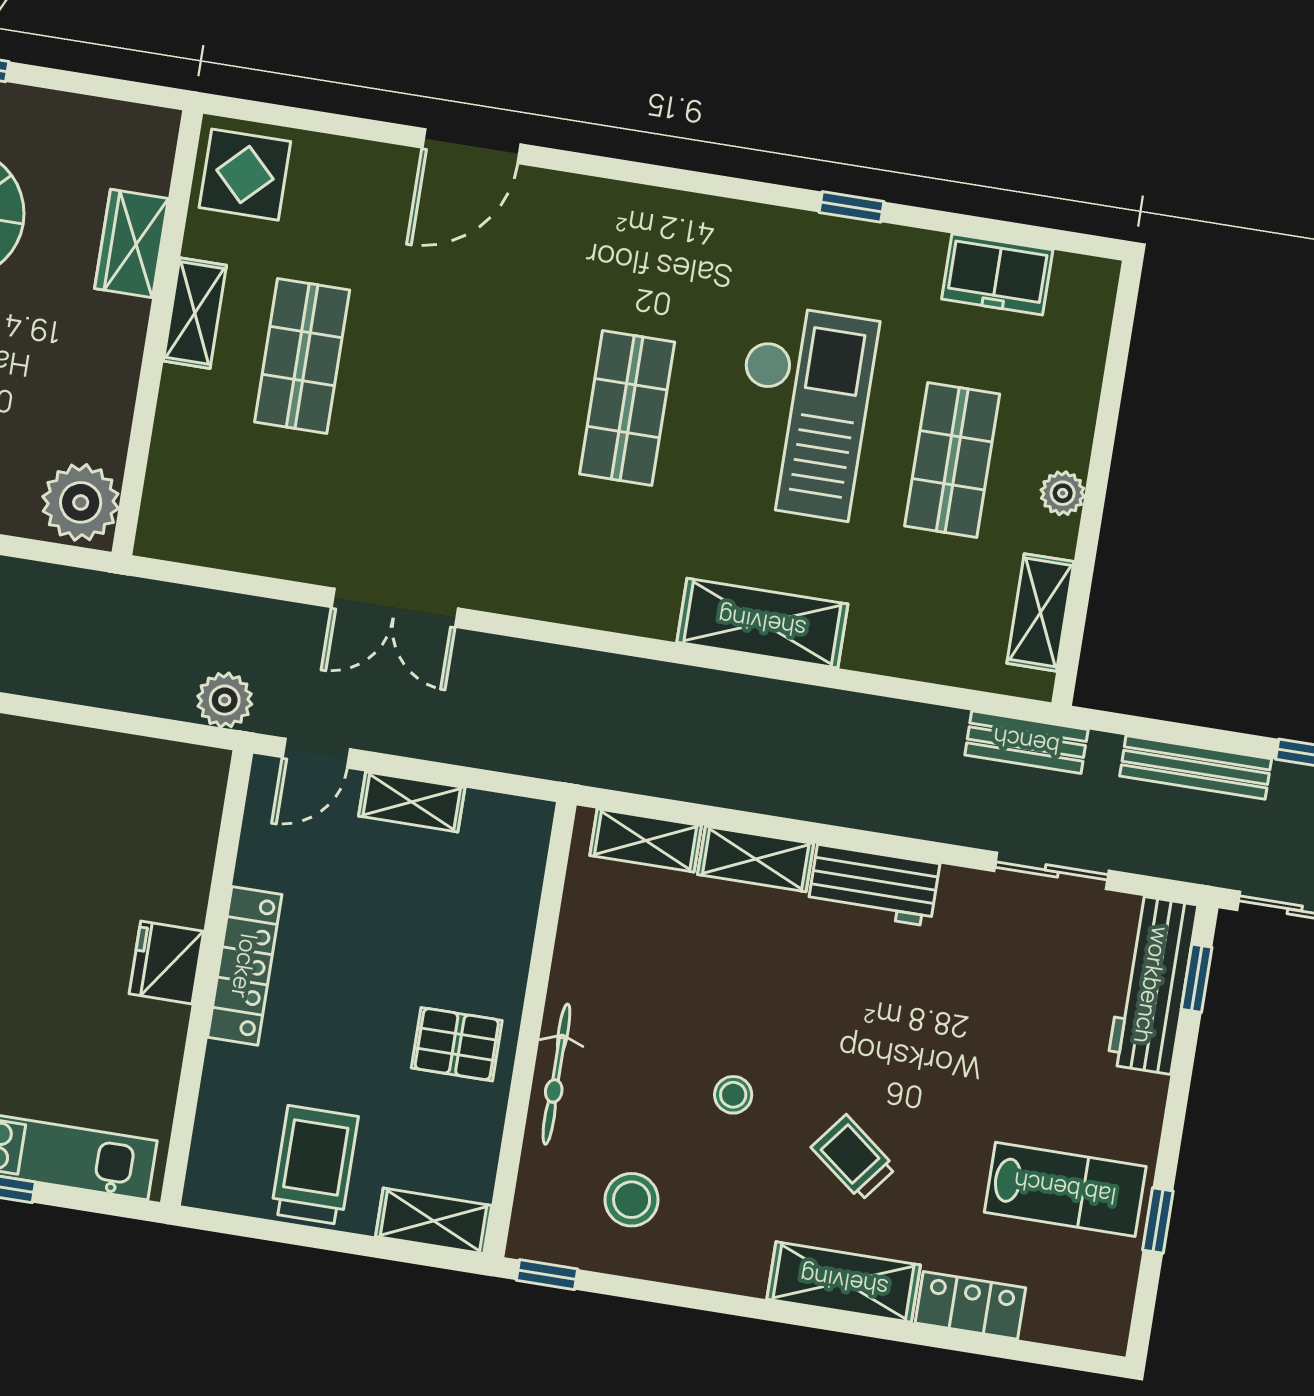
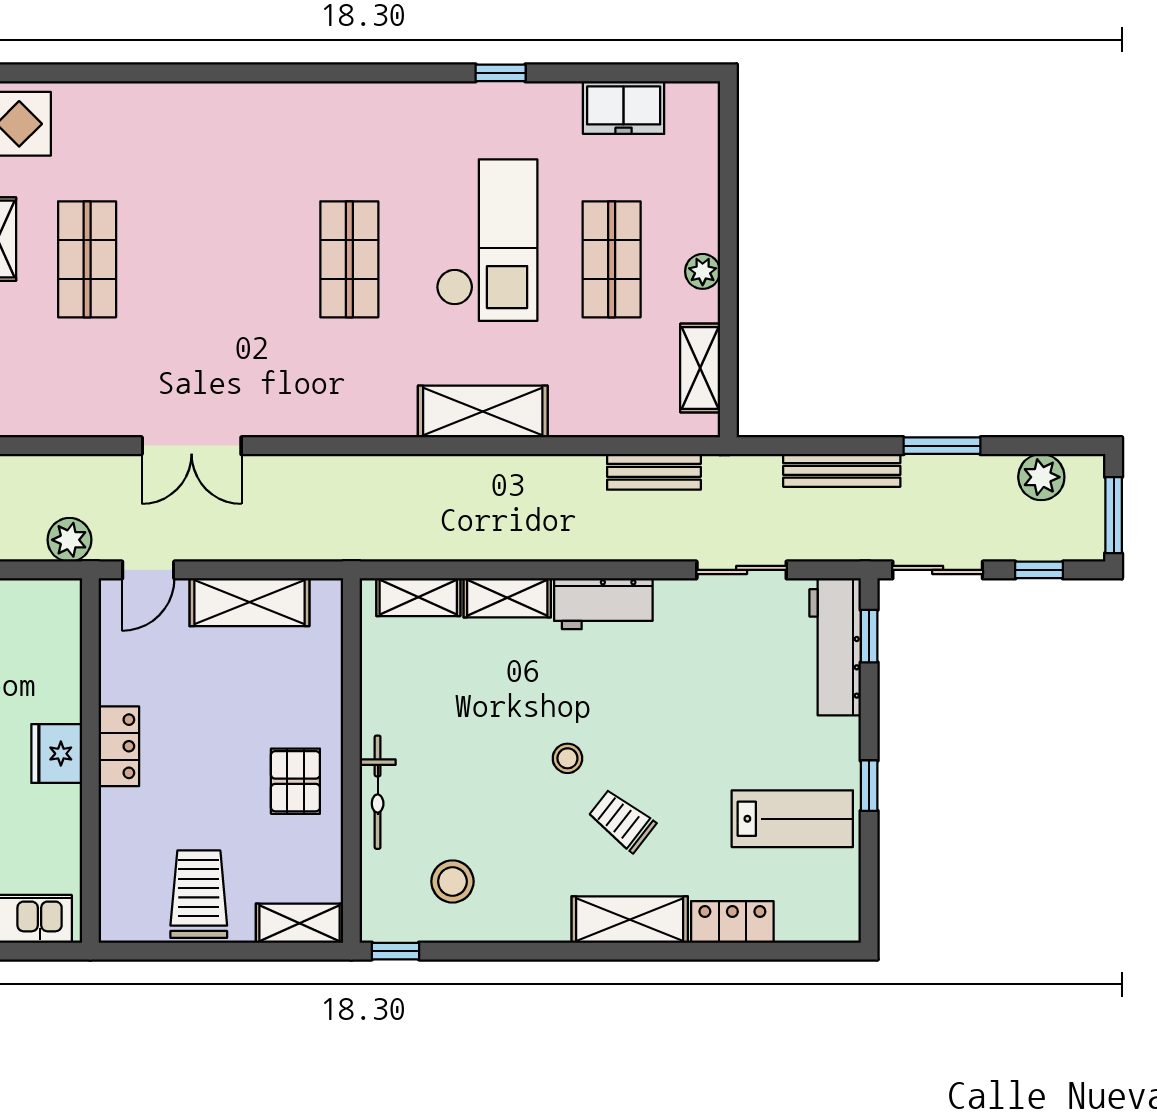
door: (471, 146) -> (194, 73), removed
bench: (1026, 742) -> (654, 472), moved
shelving: (412, 802) -> (249, 602), width x1.50, depth x1.33
locker: (245, 966) -> (119, 746), width x0.66
pallet: (457, 1044) -> (295, 781), turned 90
stool: (733, 1095) -> (567, 758), moved
window: (1158, 1221) -> (869, 786), moved

